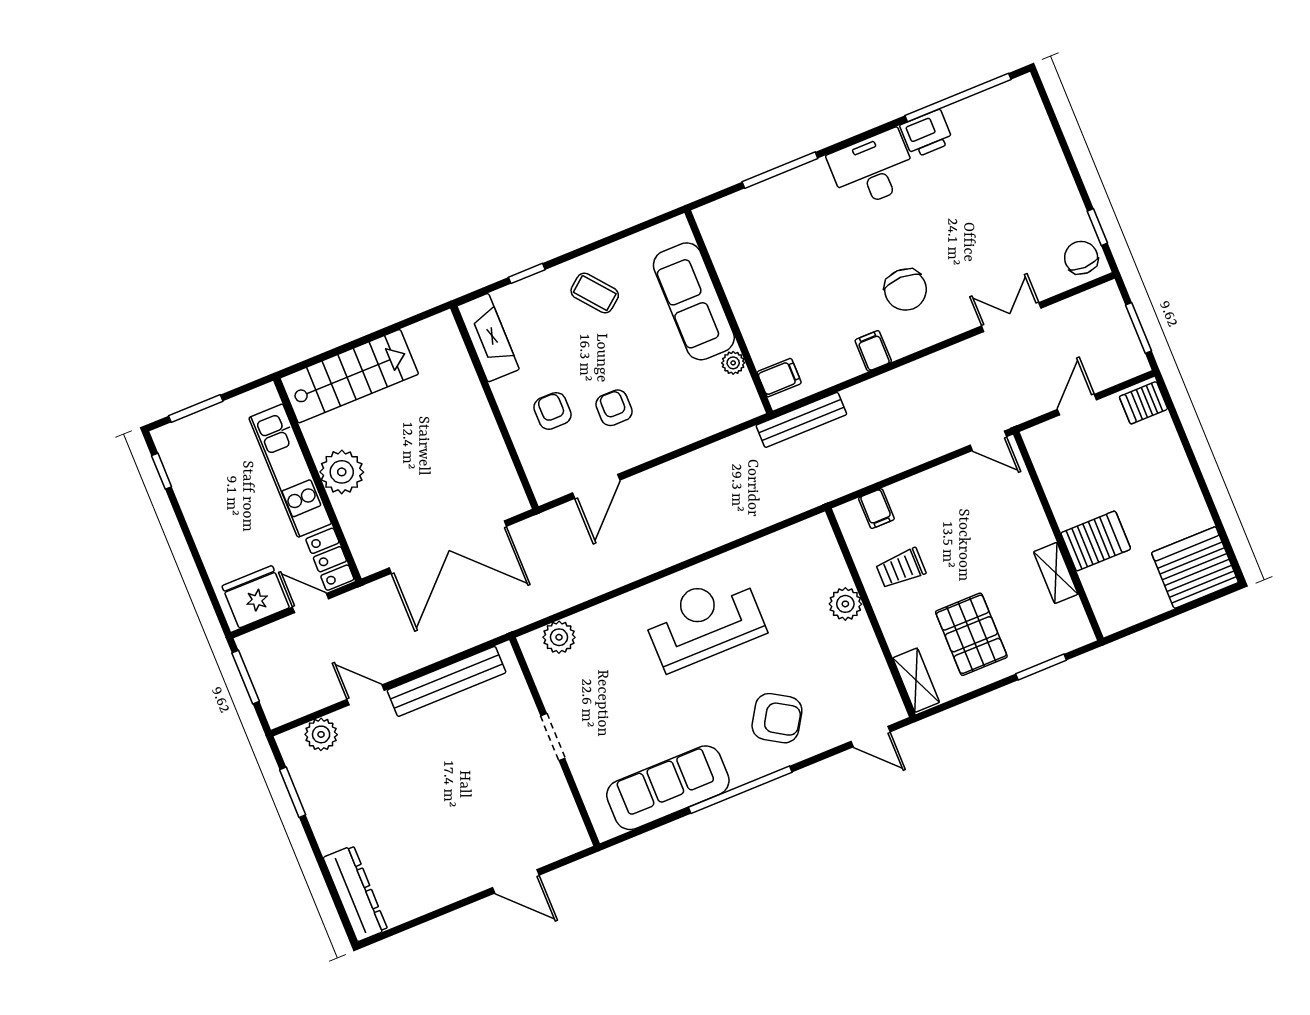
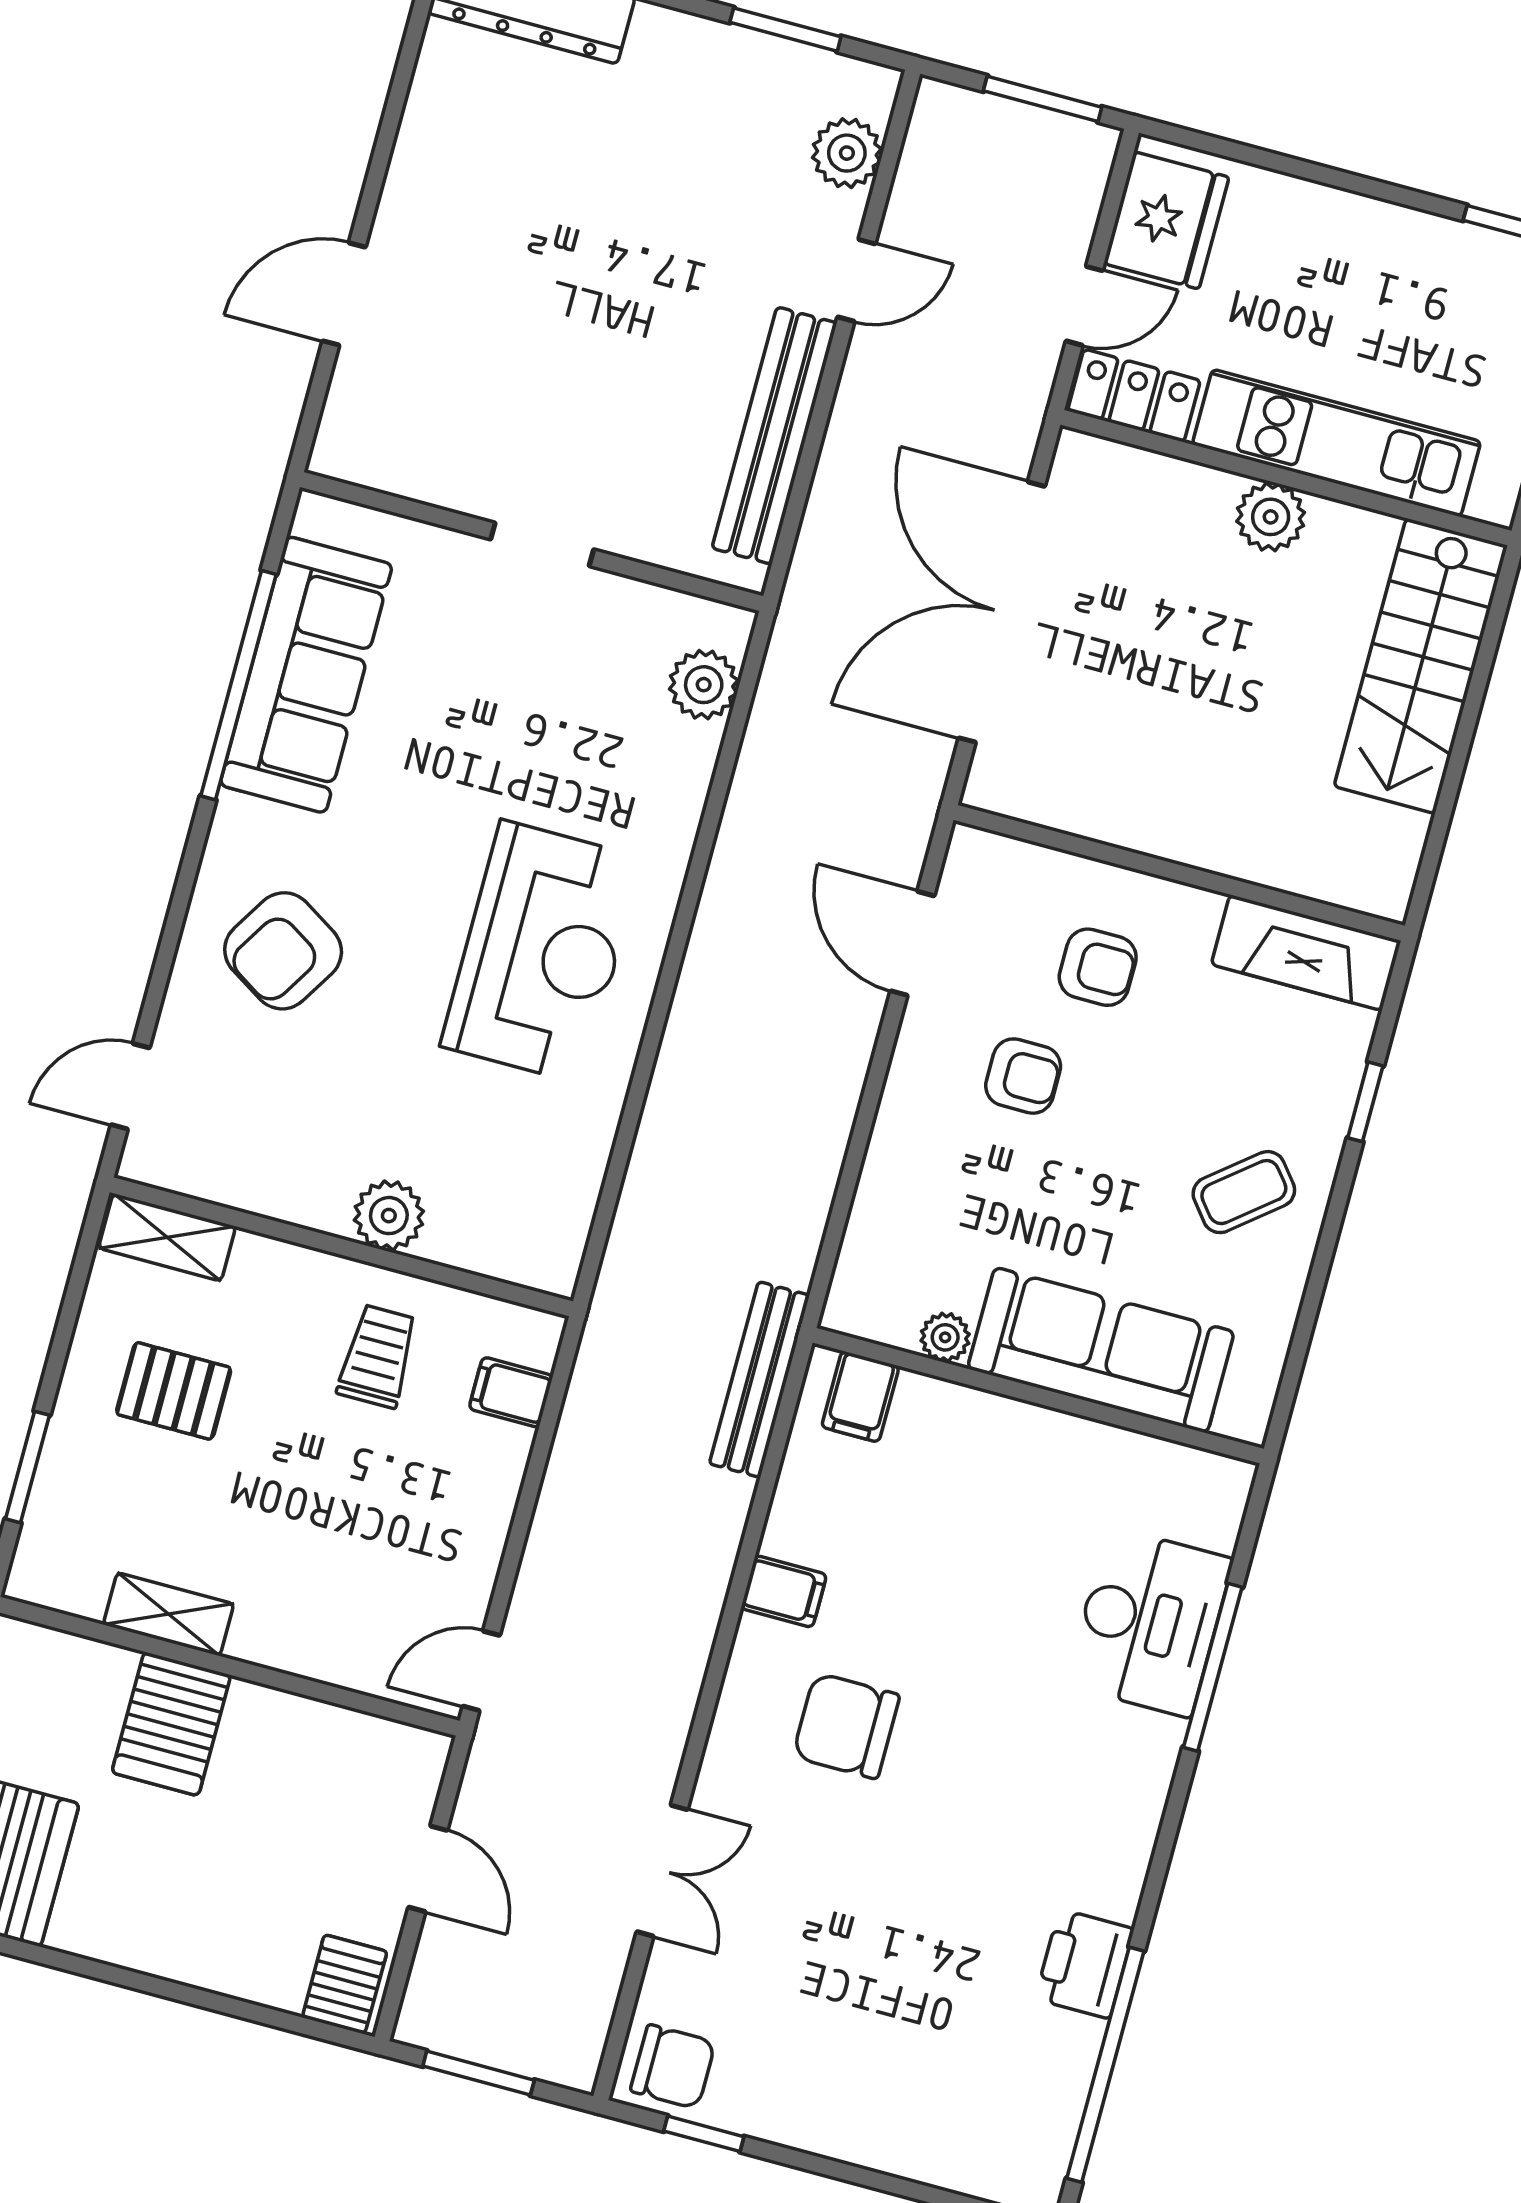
desk: (873, 169) -> (1149, 1622), moved
plant: (342, 472) -> (1271, 517), width x0.73, depth x0.73
pallet: (971, 634) -> (174, 1391), width x0.67, depth x0.71
window: (740, 790) -> (238, 685), moved

